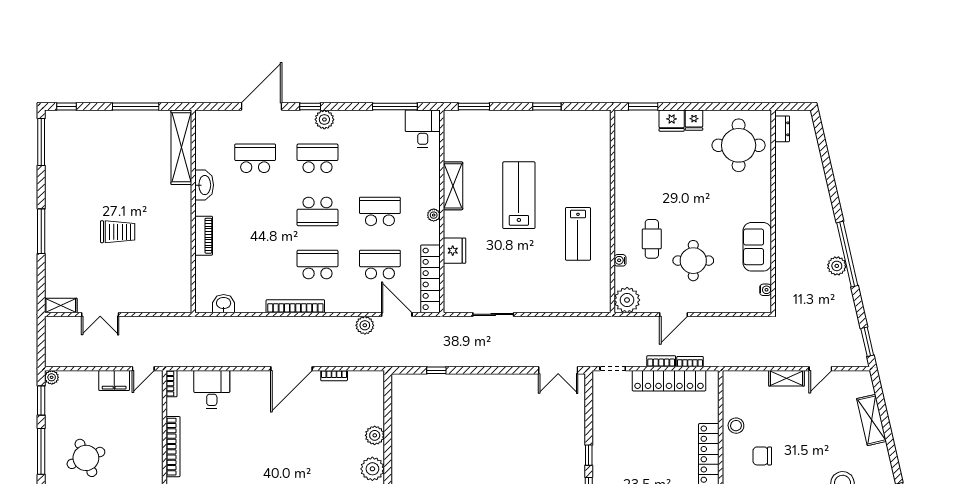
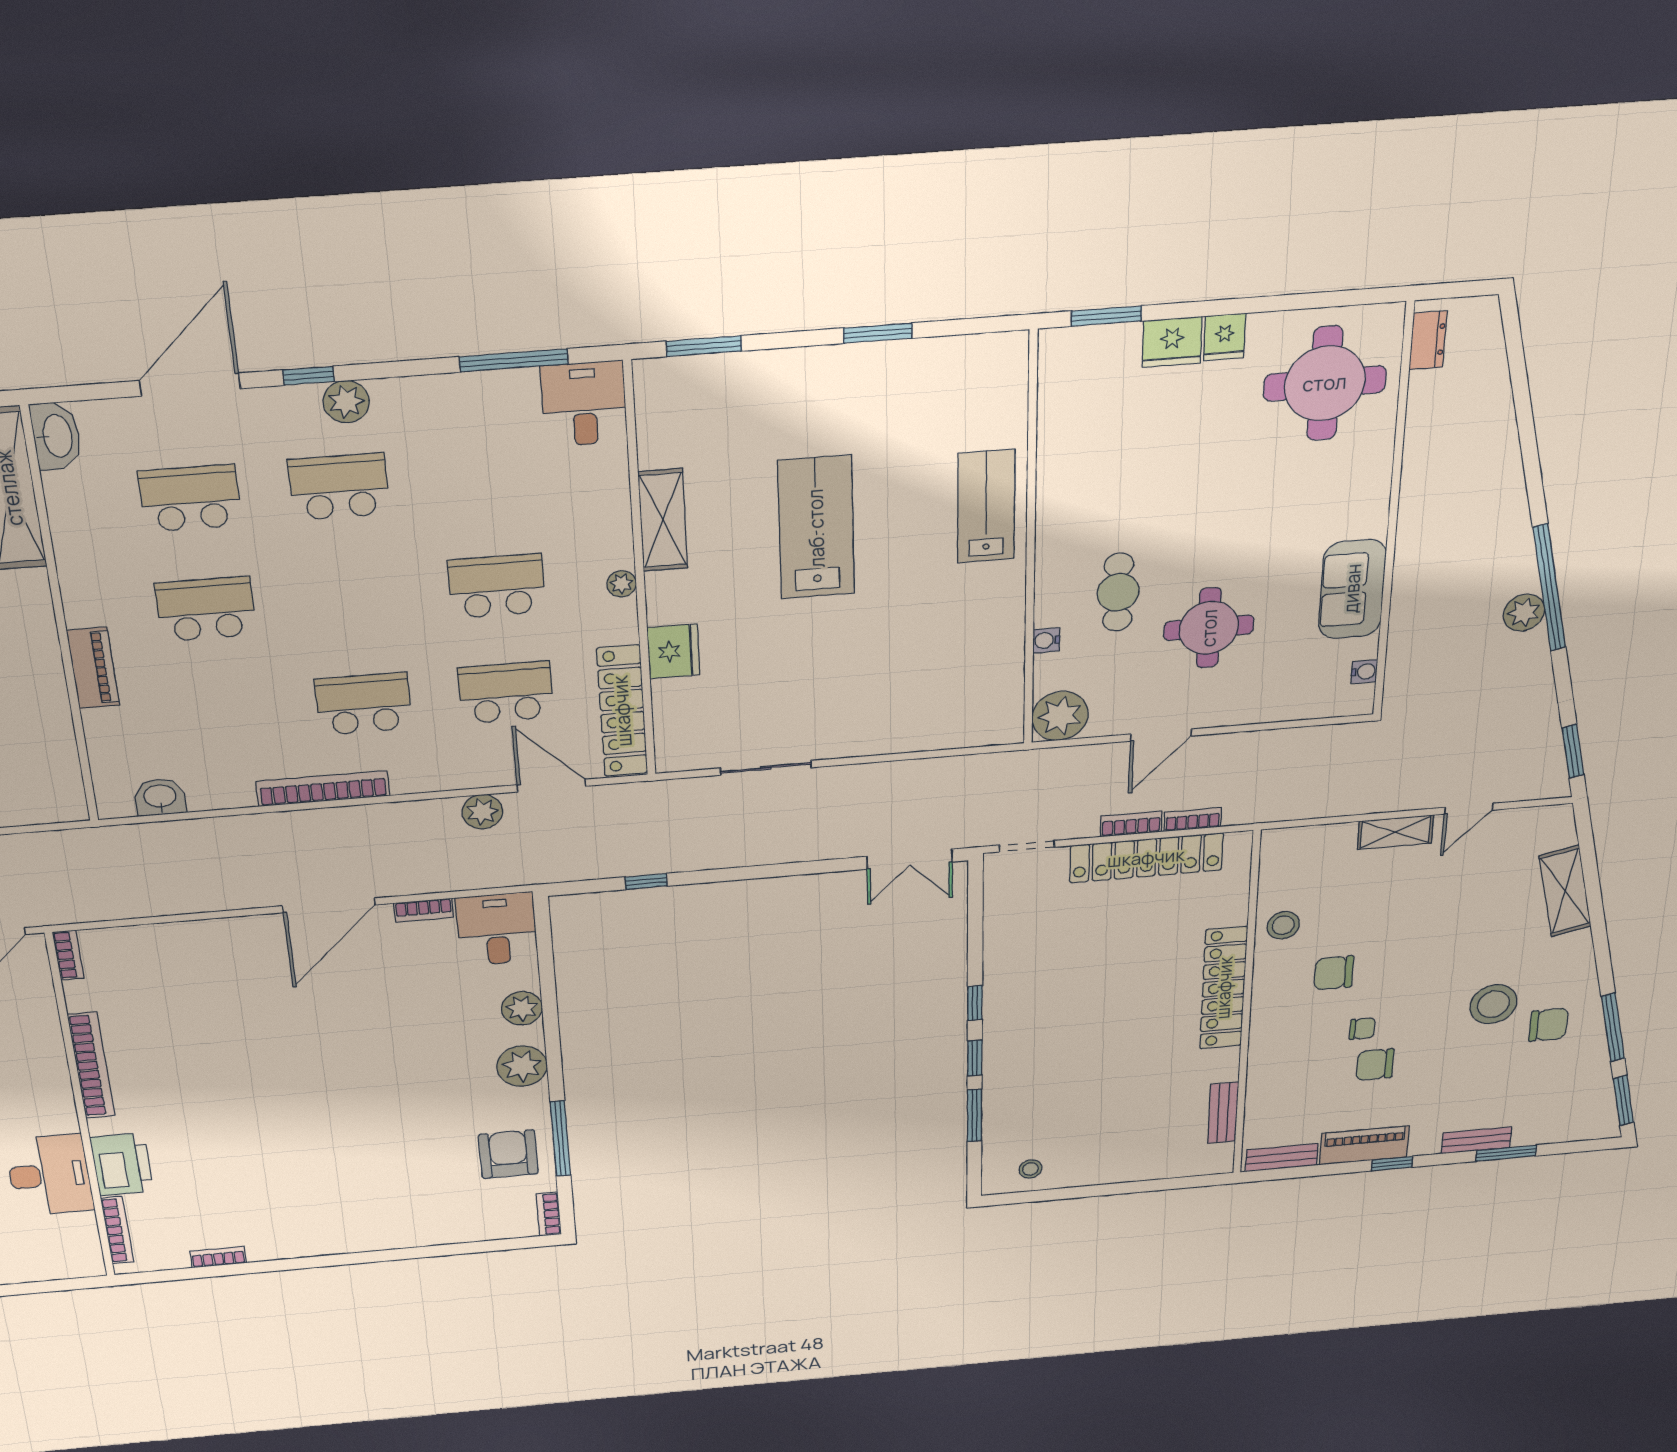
washbasin: (204, 185) -> (56, 436), moved
school desk: (318, 211) -> (206, 609), moved, turned 180
lab bench: (578, 234) -> (986, 506), moved, turned 180
desk: (212, 389) -> (497, 929), moved

